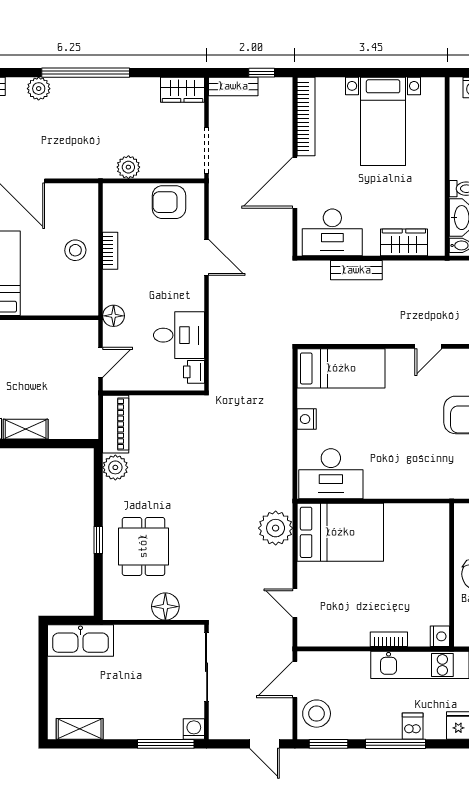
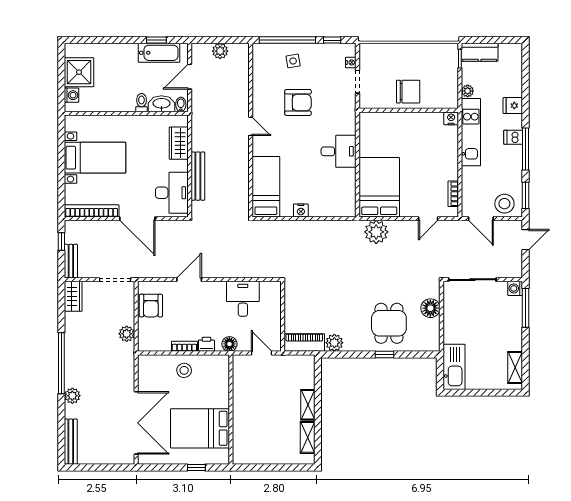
bench: (356, 270) -> (198, 176), width x1.36
printer: (194, 372) -> (206, 344), moved, turned 180
desk: (331, 474) -> (339, 151), moved, width x0.73
dining table: (143, 546) -> (389, 323), turned 90
bookcase: (389, 639) -> (453, 194), moved

